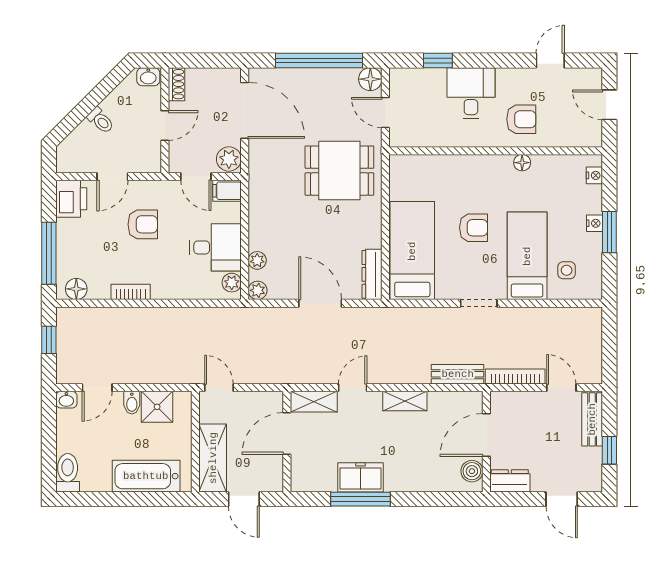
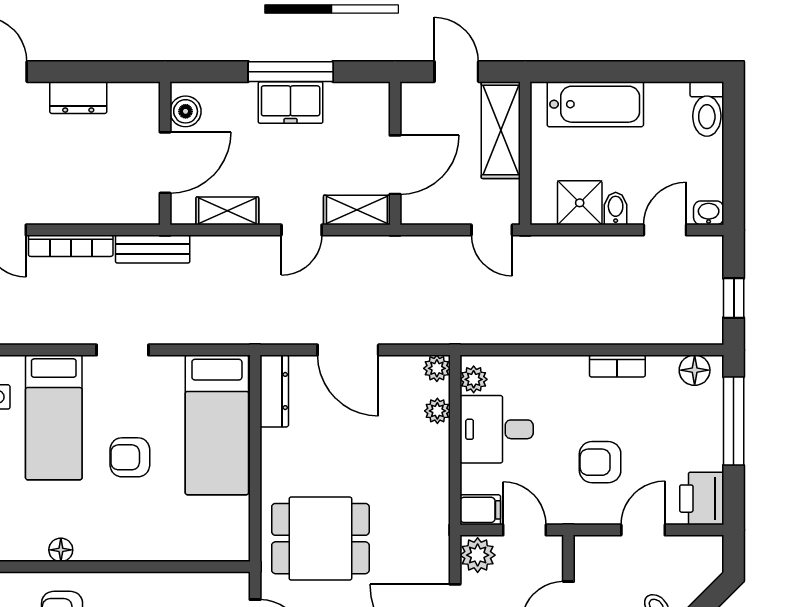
door: (486, 435) -> (165, 163), moved
wall: (486, 442) -> (165, 153), moved
boiler: (472, 471) -> (186, 111), moved

